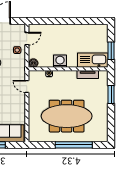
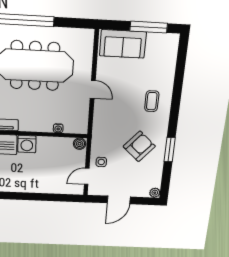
washing machine: (60, 61) -> (27, 144), moved
door: (27, 86) -> (93, 89), moved

